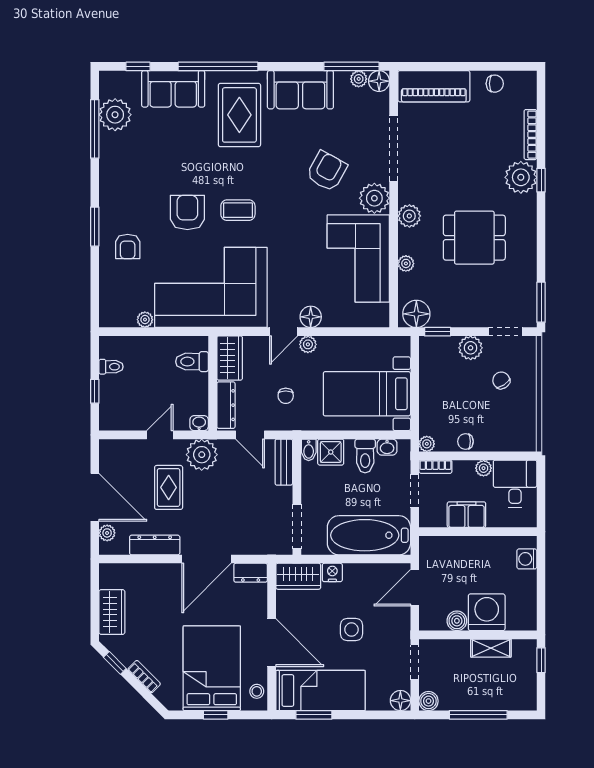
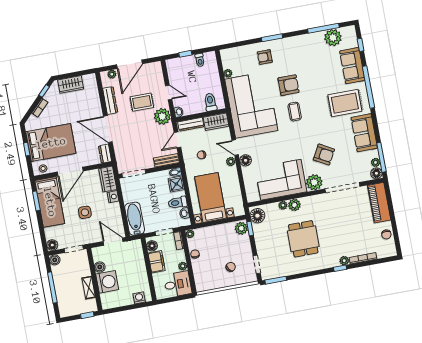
plant: (521, 177) -> (344, 261), width x0.53, depth x0.53
plant: (409, 216) -> (294, 205), moved
plant: (471, 348) -> (241, 228), moved
floor lamp: (436, 518) -> (152, 246), added
bathtub: (369, 535) -> (135, 219), width x0.73, depth x0.73

